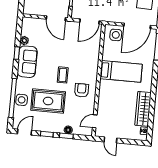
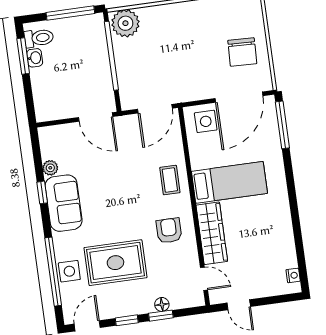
coffee table: (63, 75) -> (170, 180), moved
wardrobe: (143, 109) -> (212, 233), moved, turned 180
door: (95, 121) -> (204, 279), swing flipped

